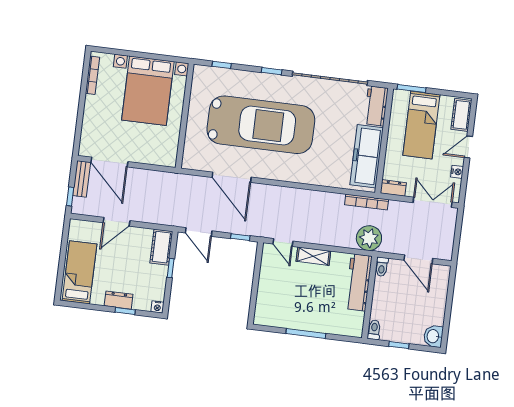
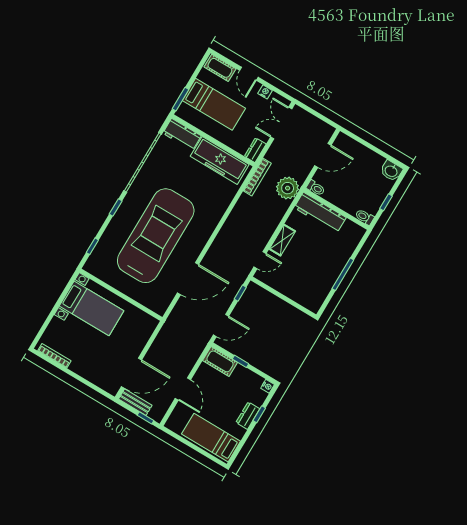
bed with nightstands: (148, 91) -> (92, 308), width x0.73

